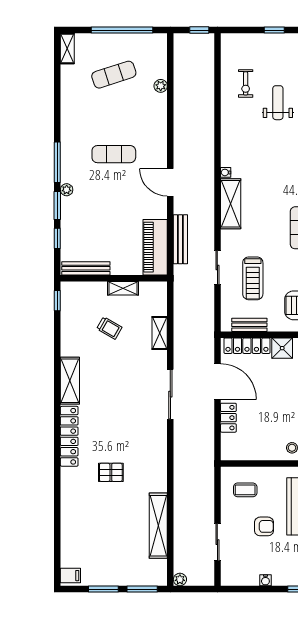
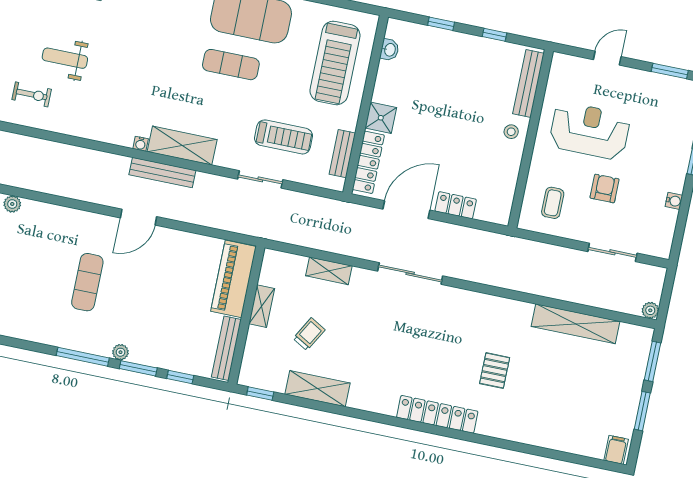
bench: (180, 239) -> (162, 173), moved
piano: (155, 247) -> (234, 279), moved, turned 90
shelving: (70, 381) -> (317, 389), moved

